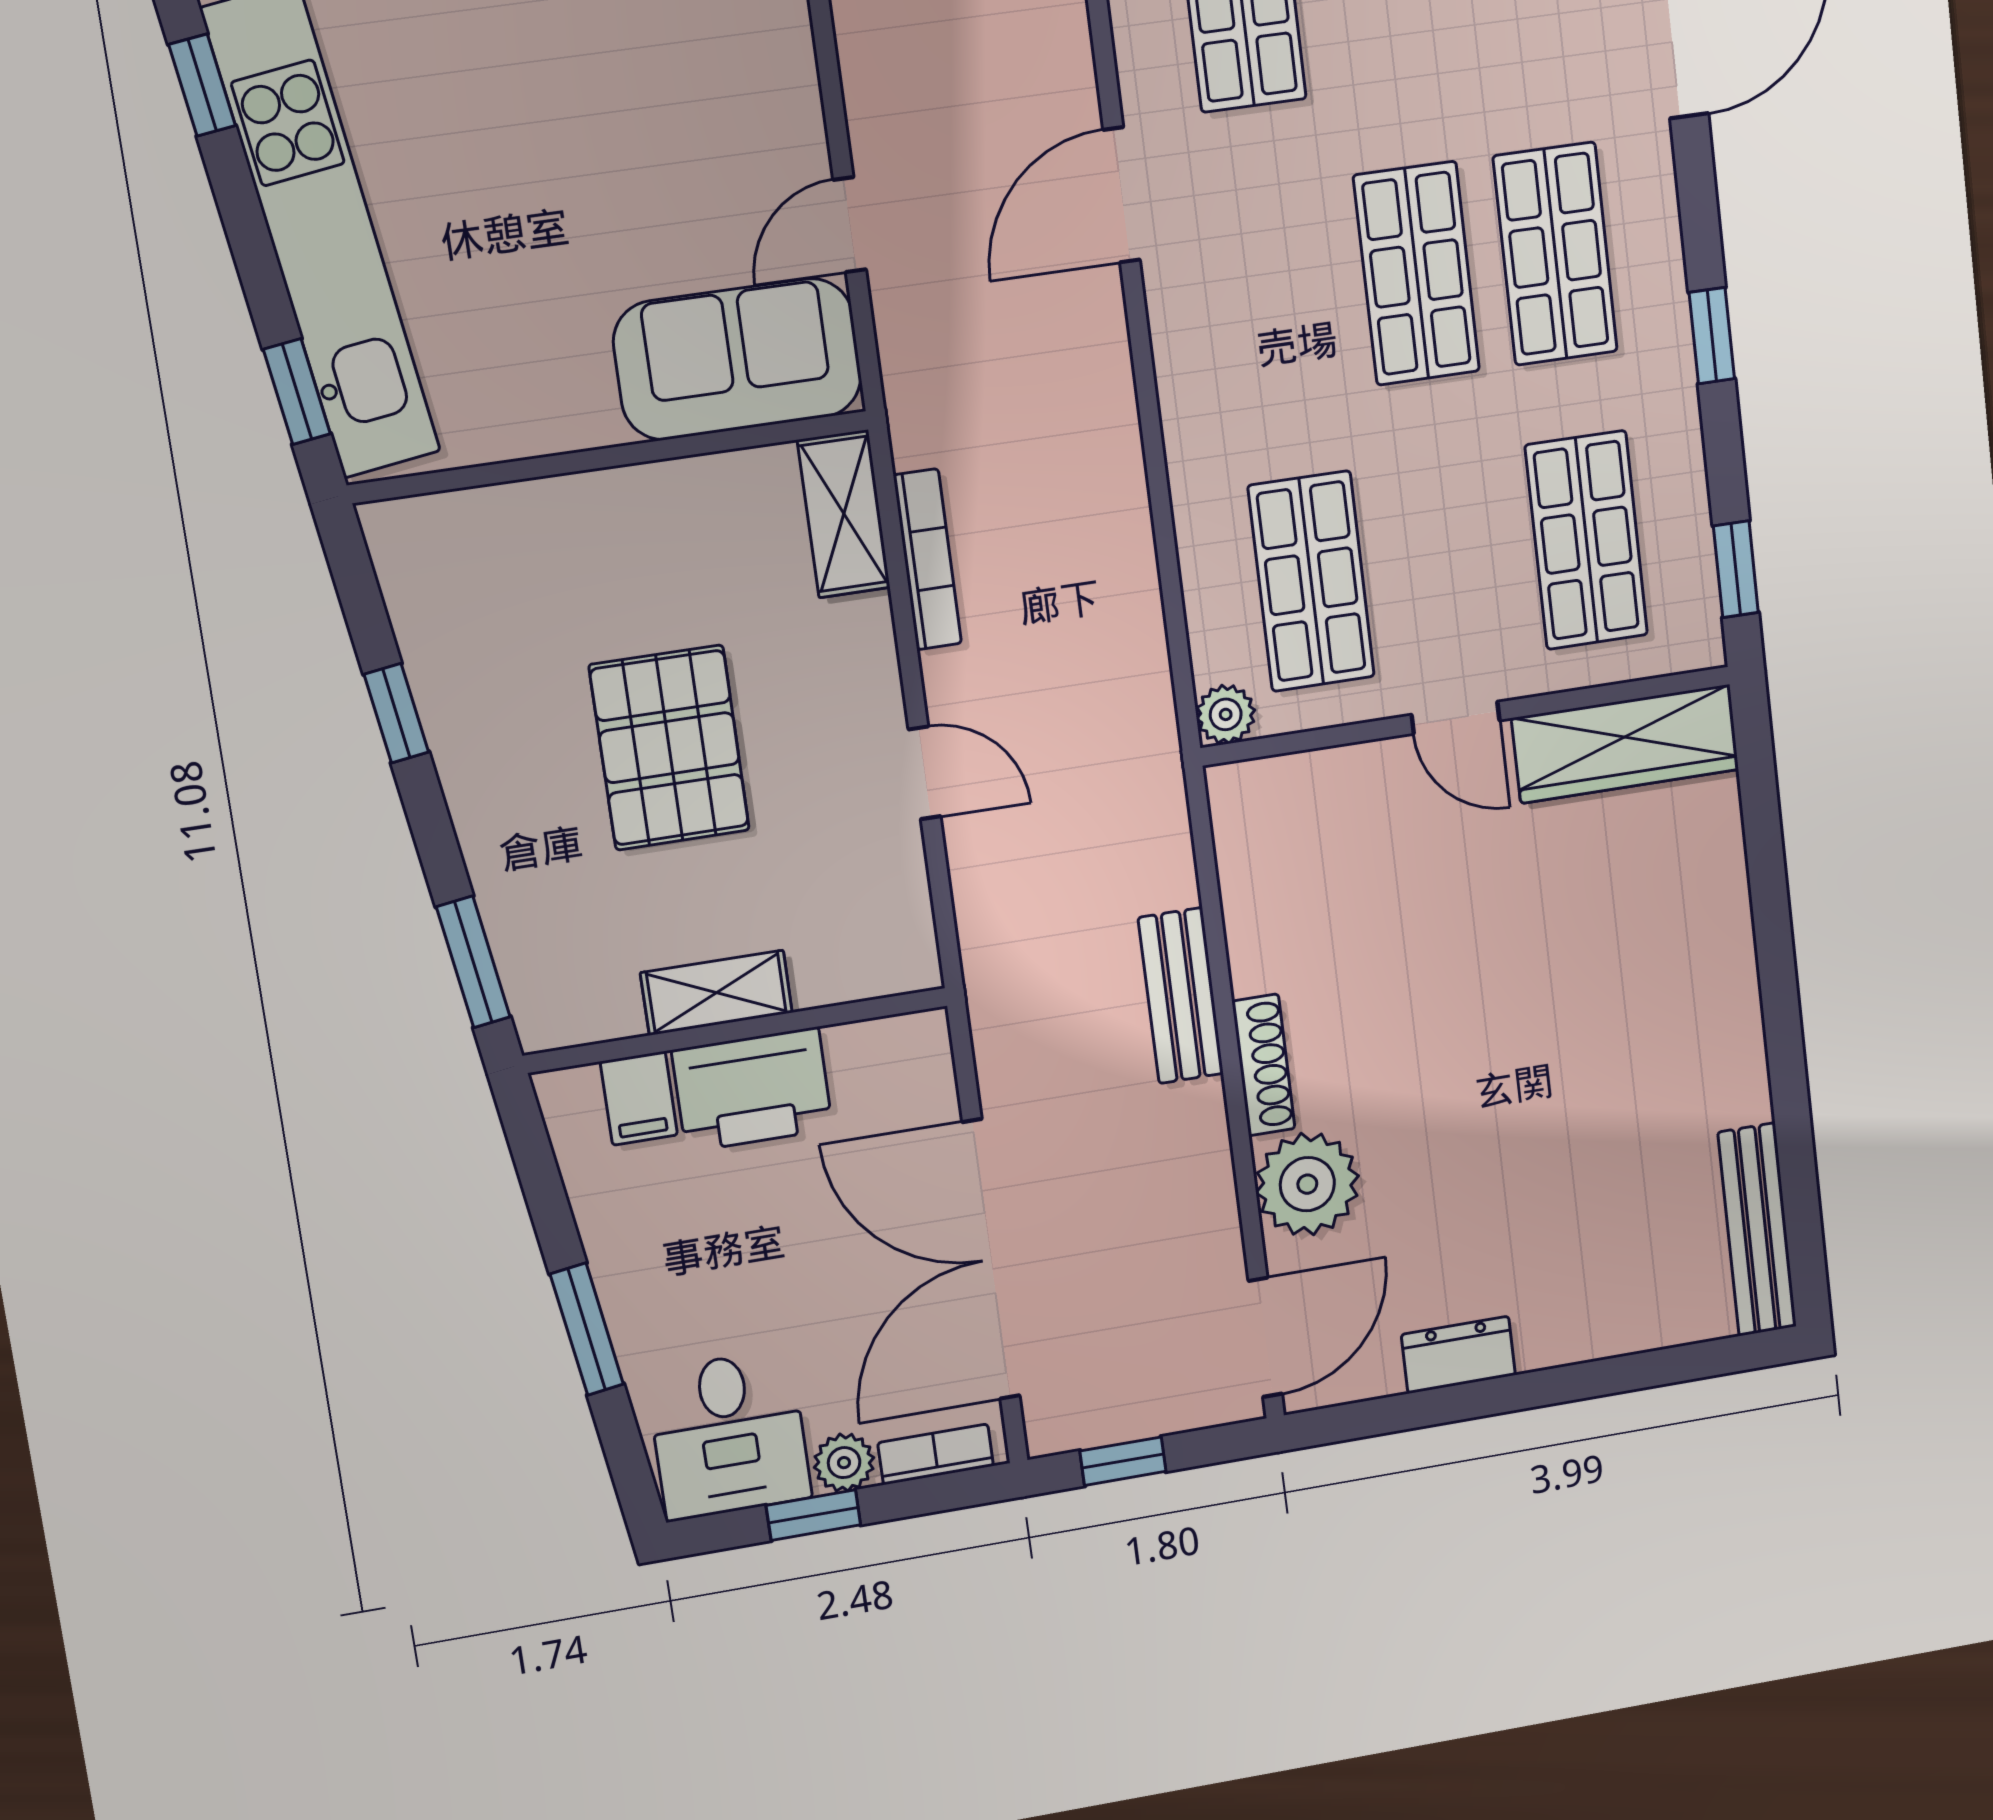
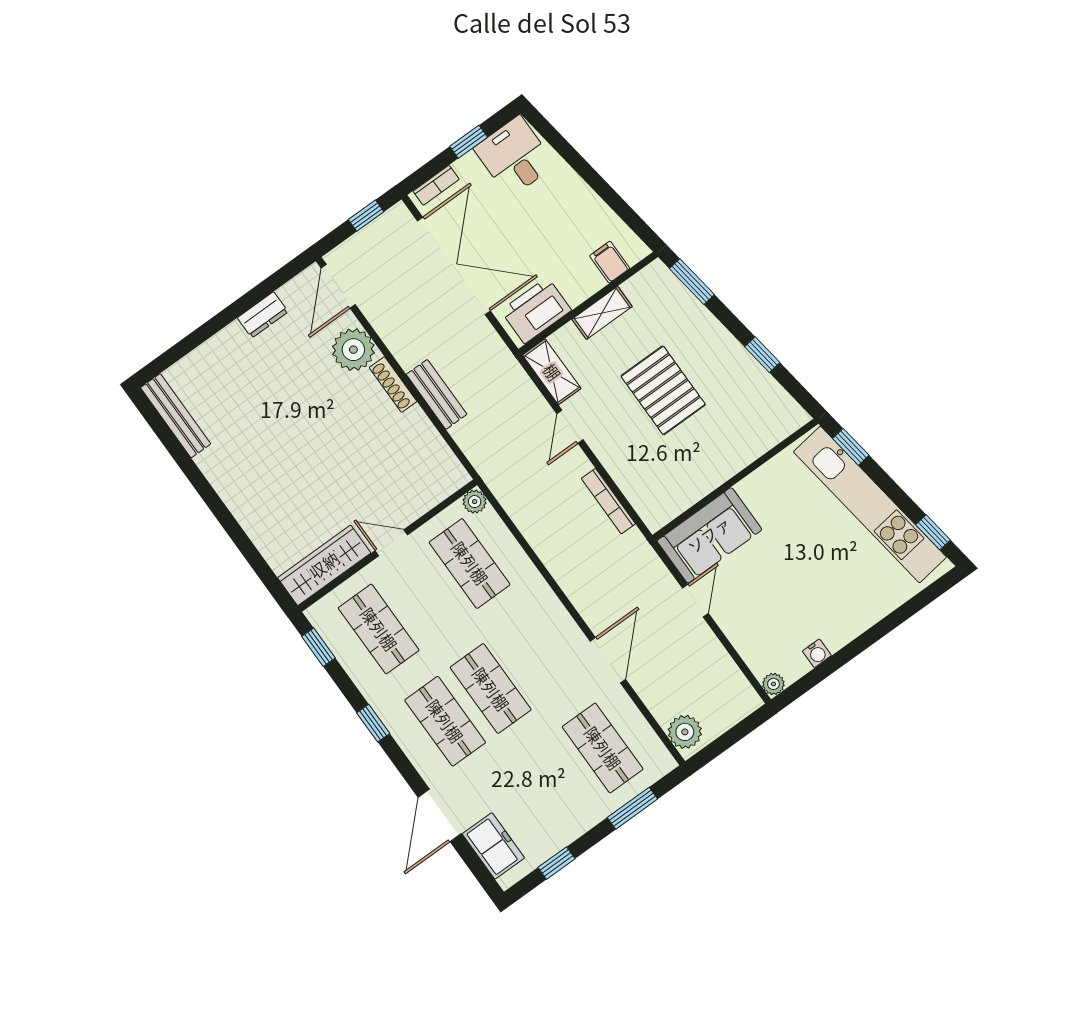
shelving: (844, 514) -> (552, 372), moved
door: (925, 773) -> (570, 427), hinge flipped
printer: (752, 1090) -> (536, 310), moved
window: (587, 1329) -> (585, 170), removed
plant: (844, 1463) -> (468, 166), removed

